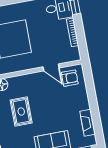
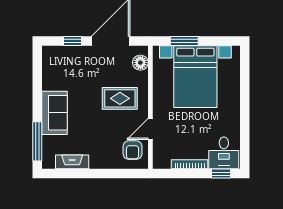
rug: (21, 112) -> (120, 98), moved

